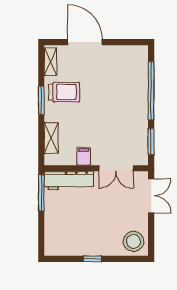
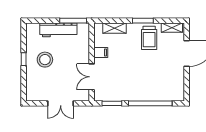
workbench: (69, 181) -> (58, 30), moved, turned -90
double door: (151, 196) -> (61, 103), moved
stool: (133, 241) -> (45, 60), moved

